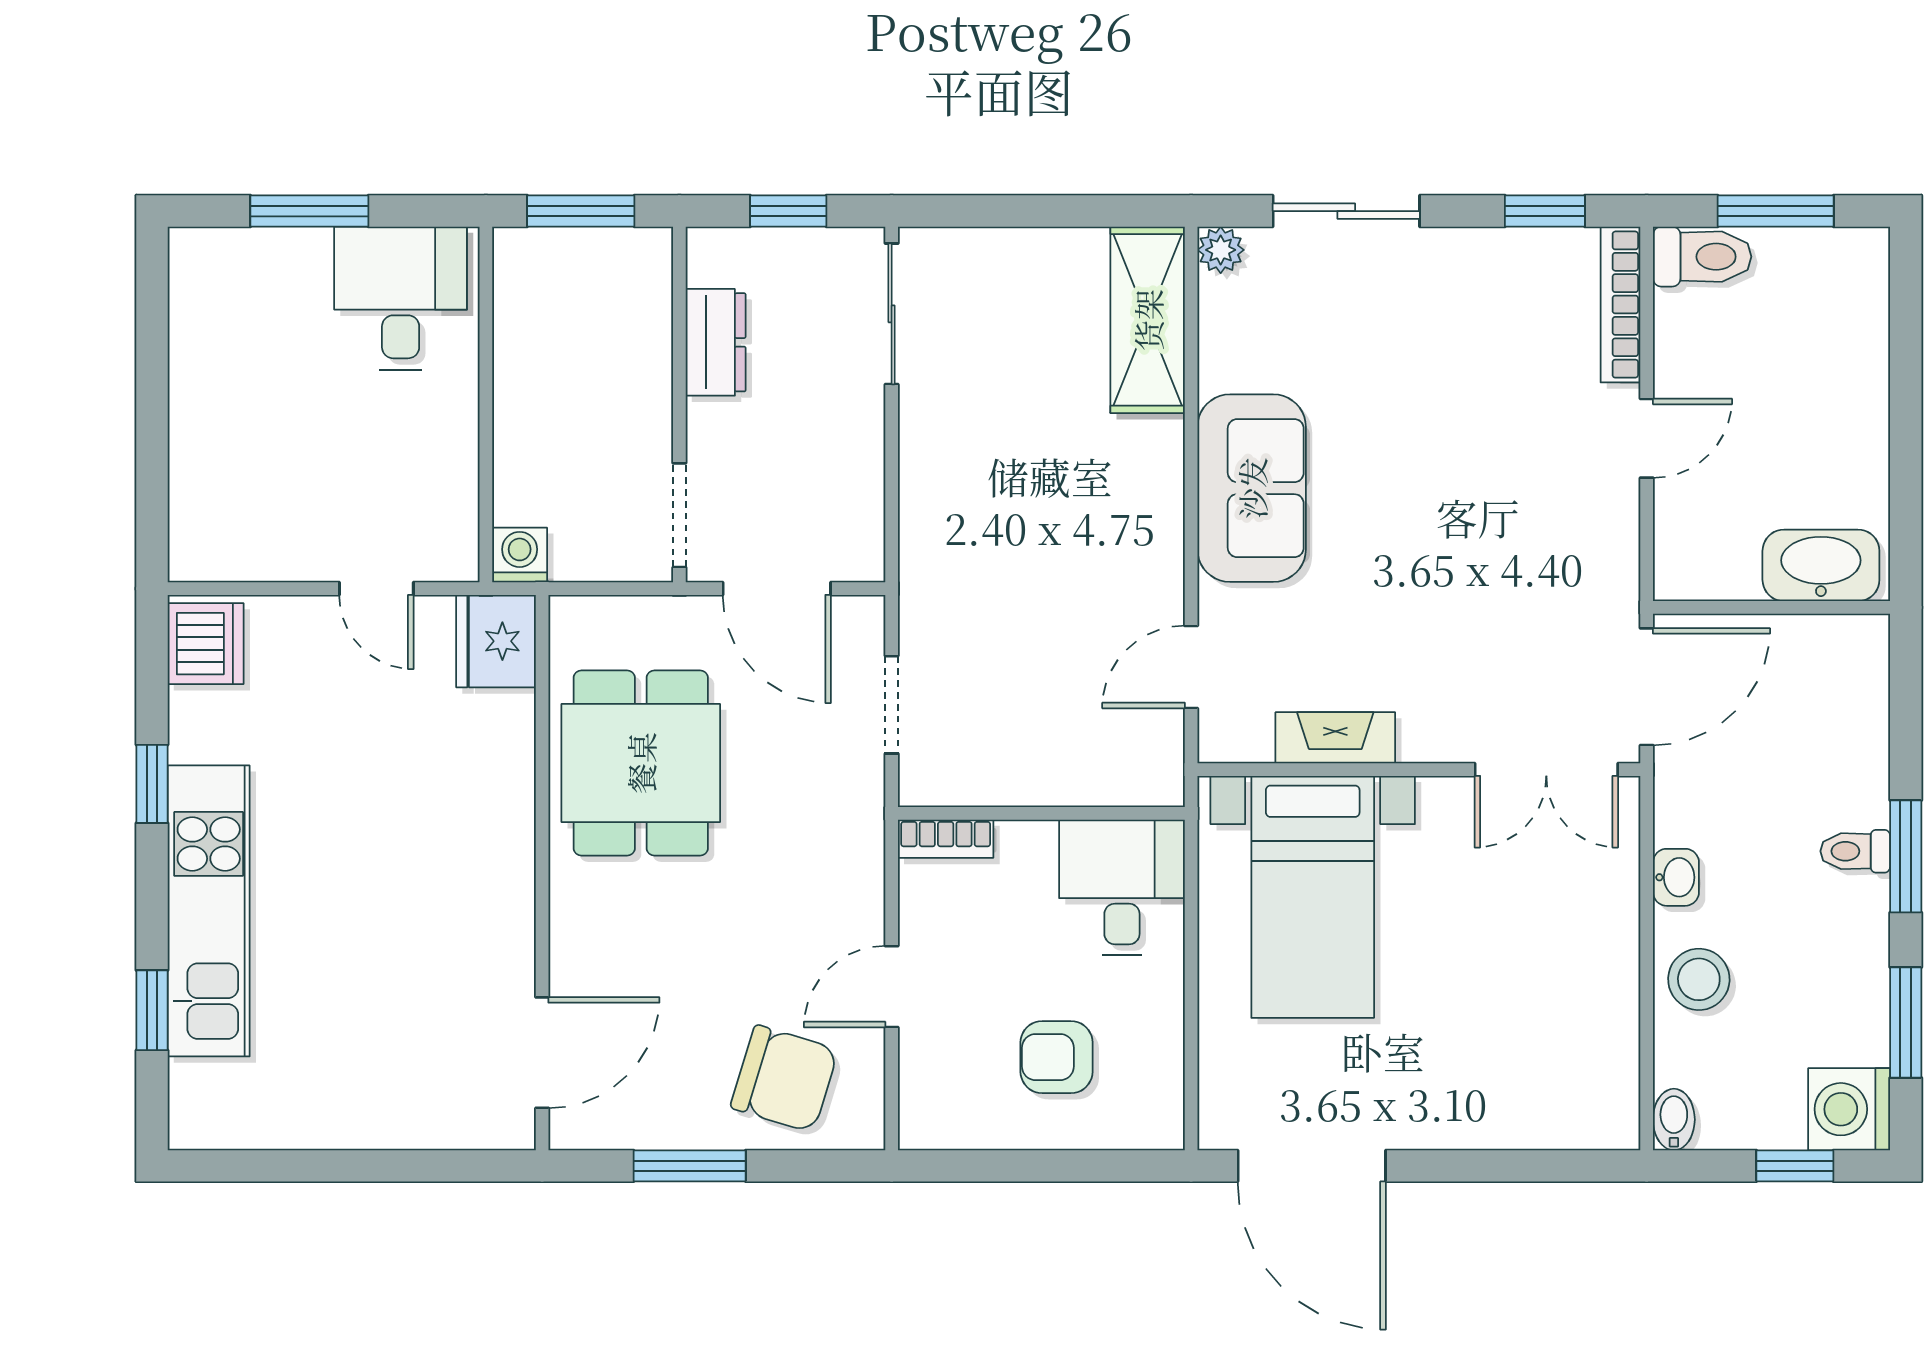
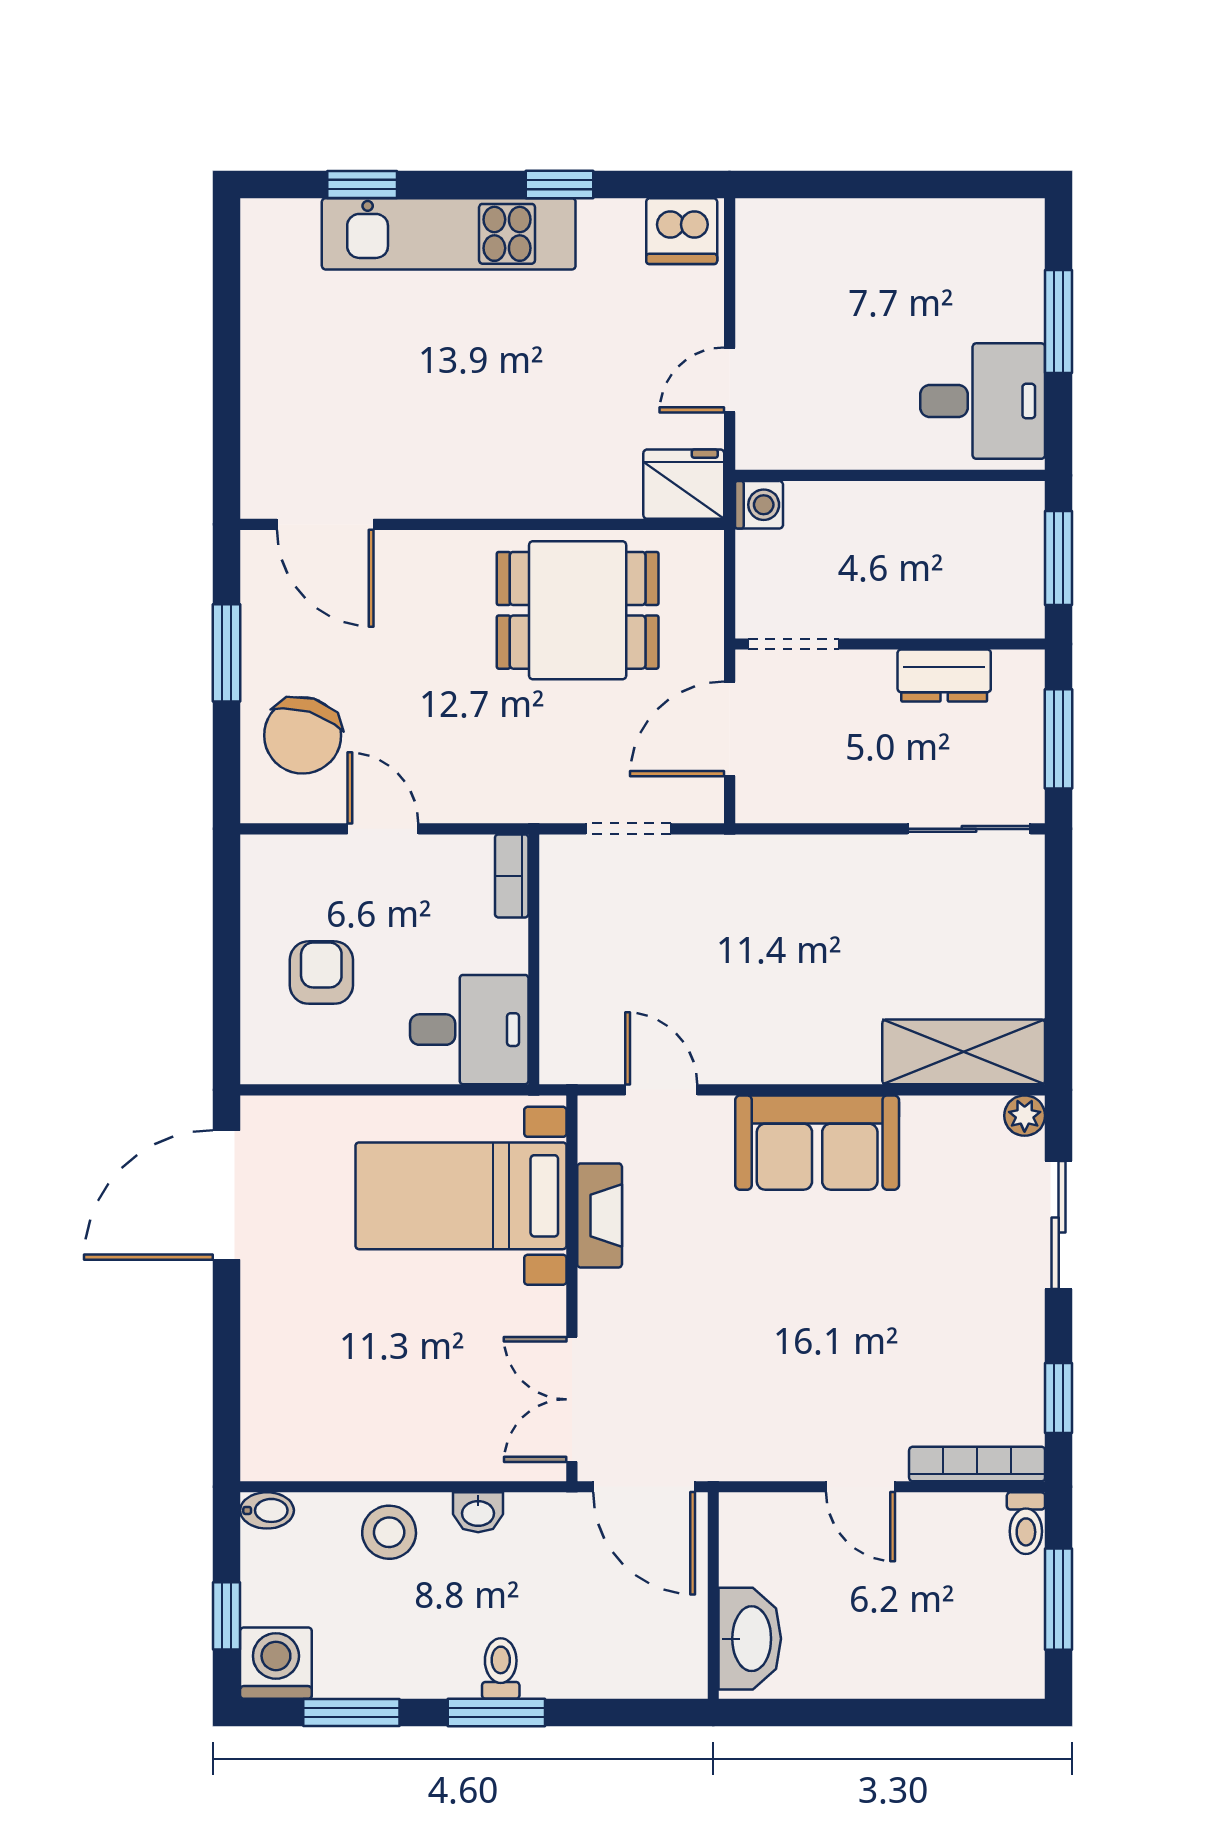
window: (788, 211) -> (1059, 739), width x1.50
toilet: (1702, 257) -> (1026, 1523), width x0.73, depth x0.72

